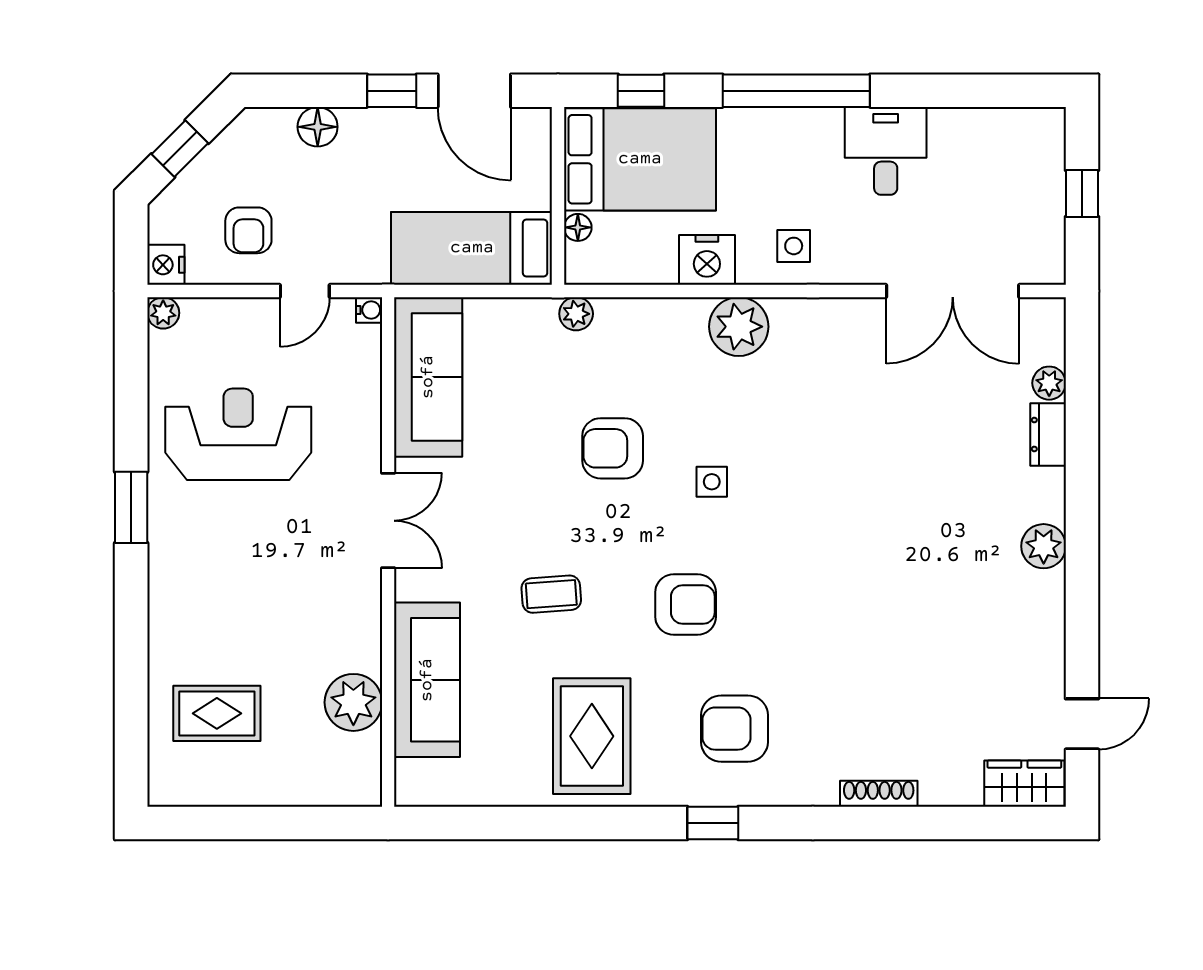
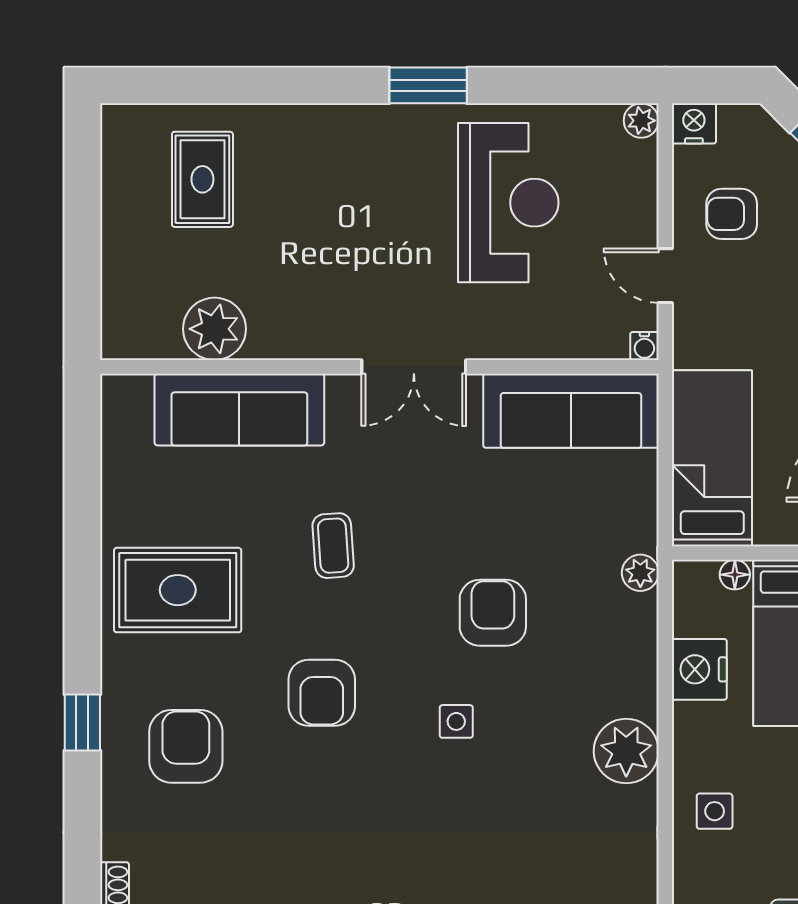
nightstand: (707, 260) -> (699, 669), moved

